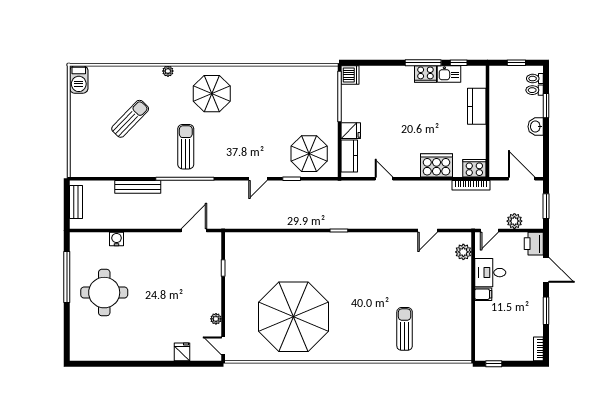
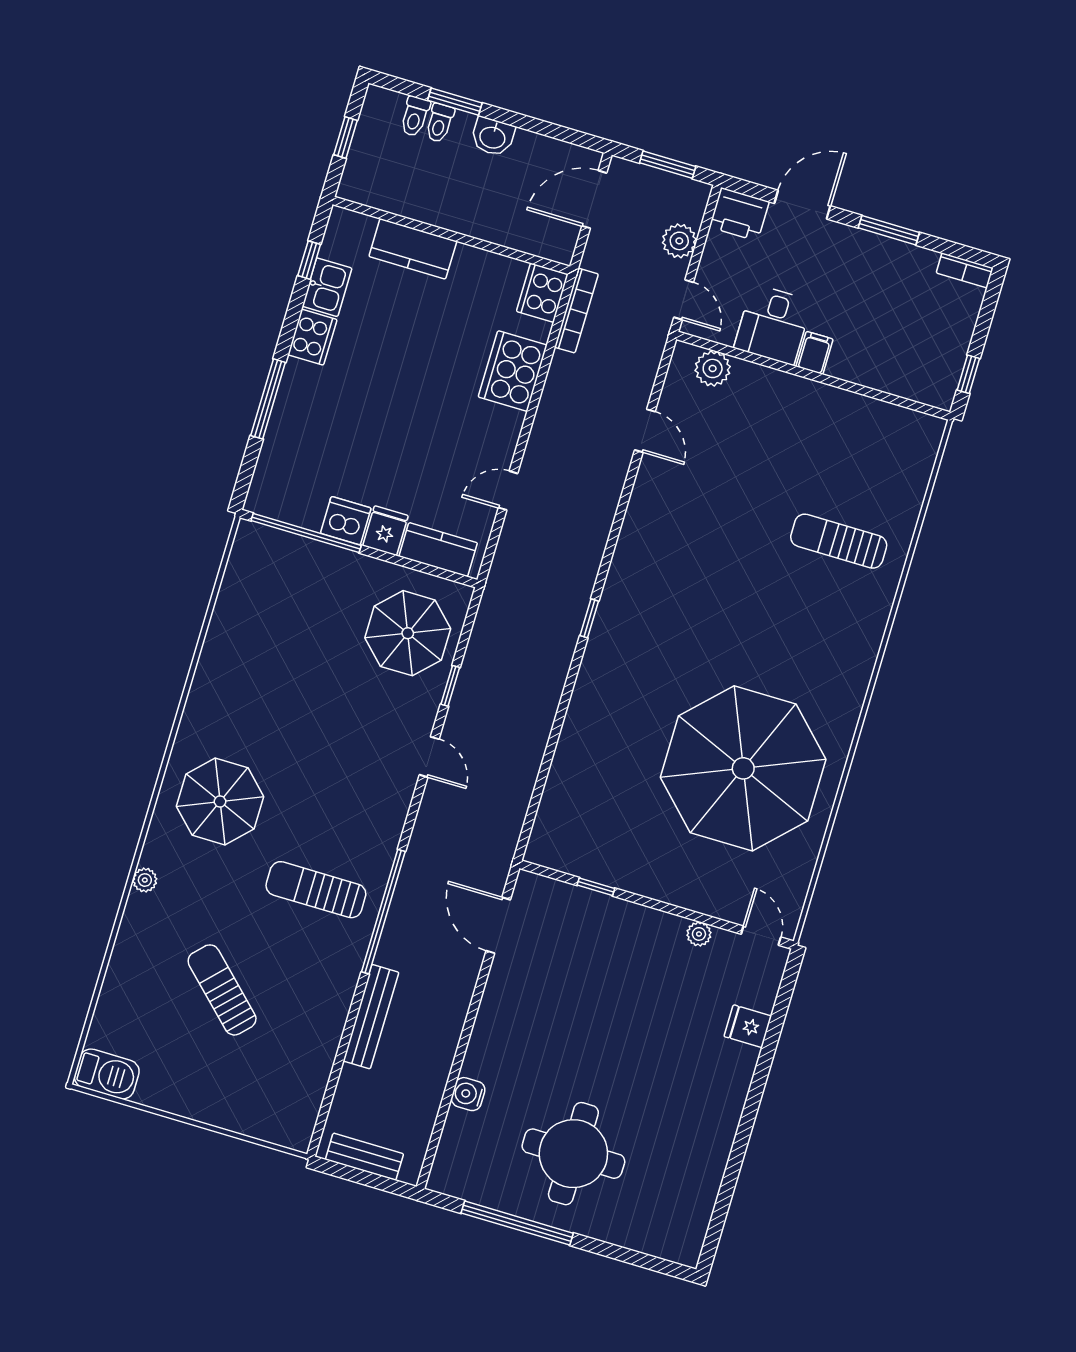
window: (423, 63) -> (268, 399), moved
dishwasher: (350, 75) -> (346, 521), moved
toilet: (535, 79) -> (440, 123), moved
door: (223, 346) -> (761, 936), swing flipped

